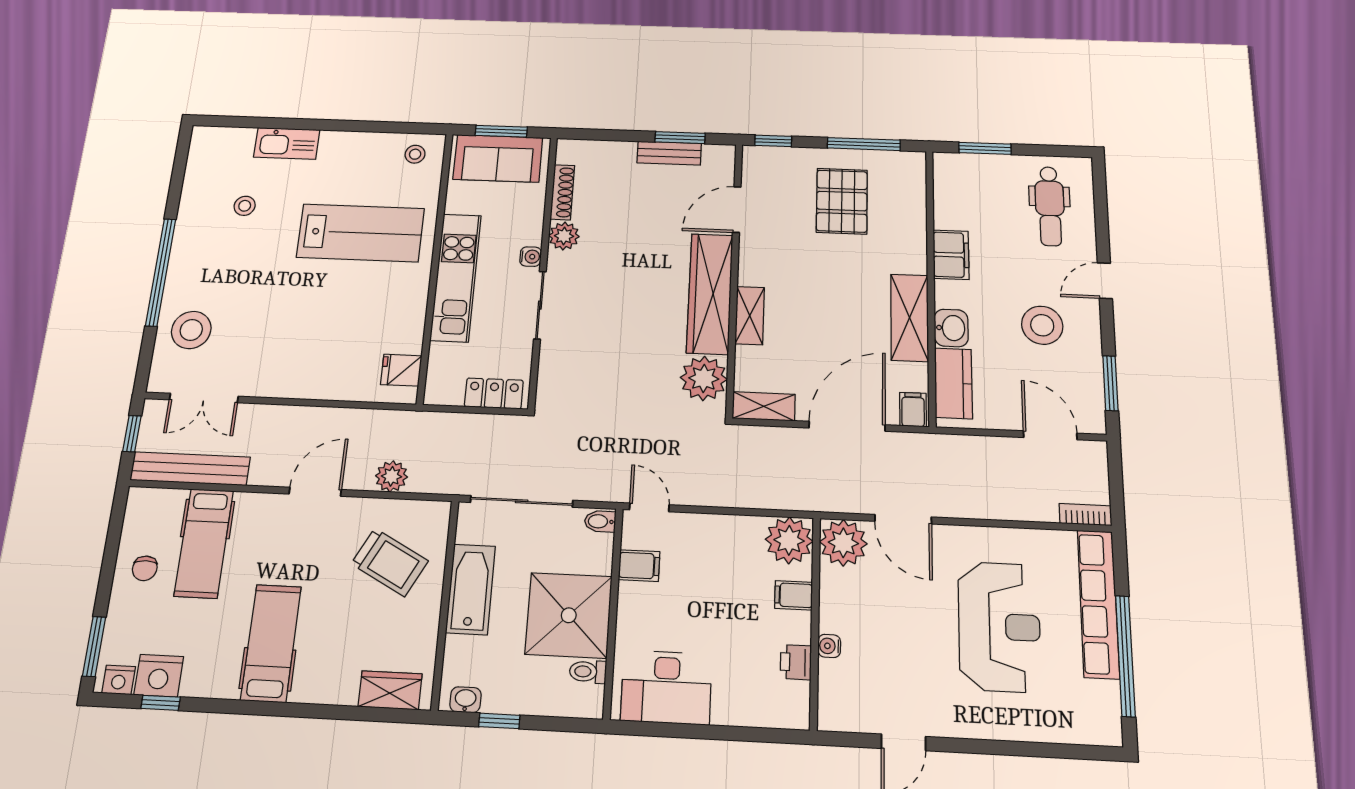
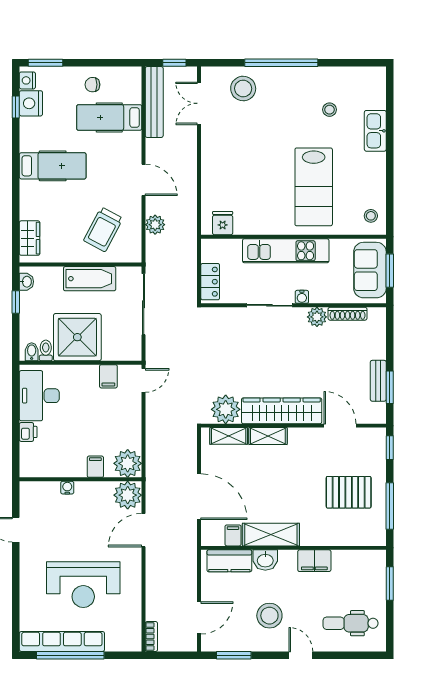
shelving: (764, 406) -> (229, 436), moved, turned 90
filing cabinet: (913, 410) -> (233, 535), moved, turned -90
bidet: (600, 521) -> (32, 352), moved
row of seats: (1098, 604) -> (62, 641), moved
printer: (796, 662) -> (28, 432), moved, turned 90

